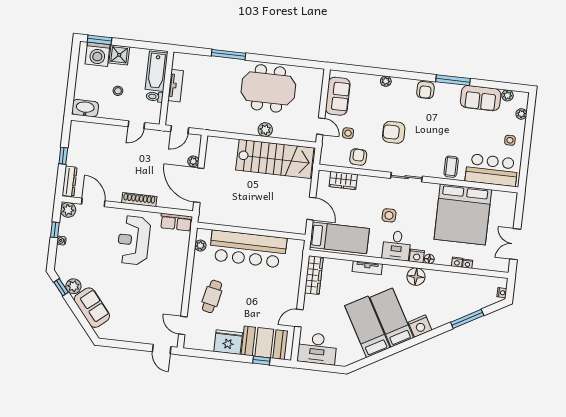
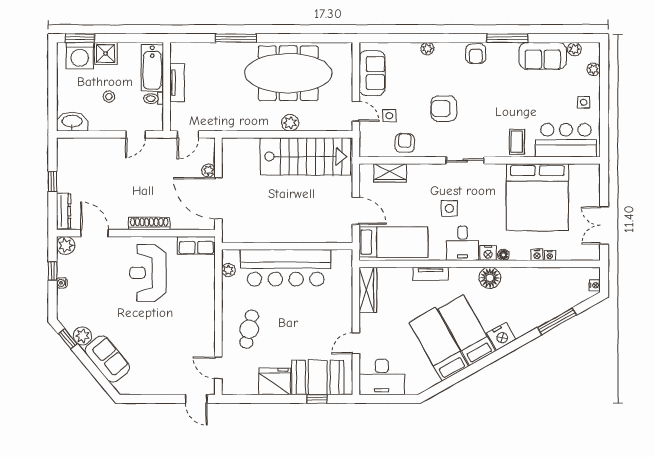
meeting table: (268, 88) -> (288, 73), width x1.36

